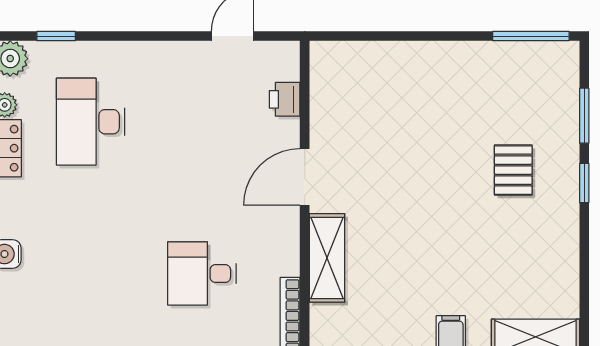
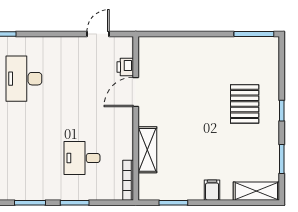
window: (584, 116) -> (282, 159), moved
pallet: (513, 170) -> (245, 104), width x1.50, depth x1.42
door: (305, 177) -> (136, 92), moved

